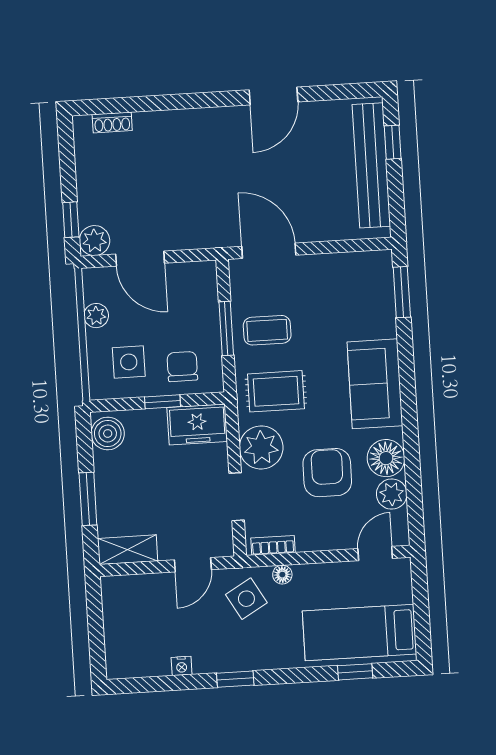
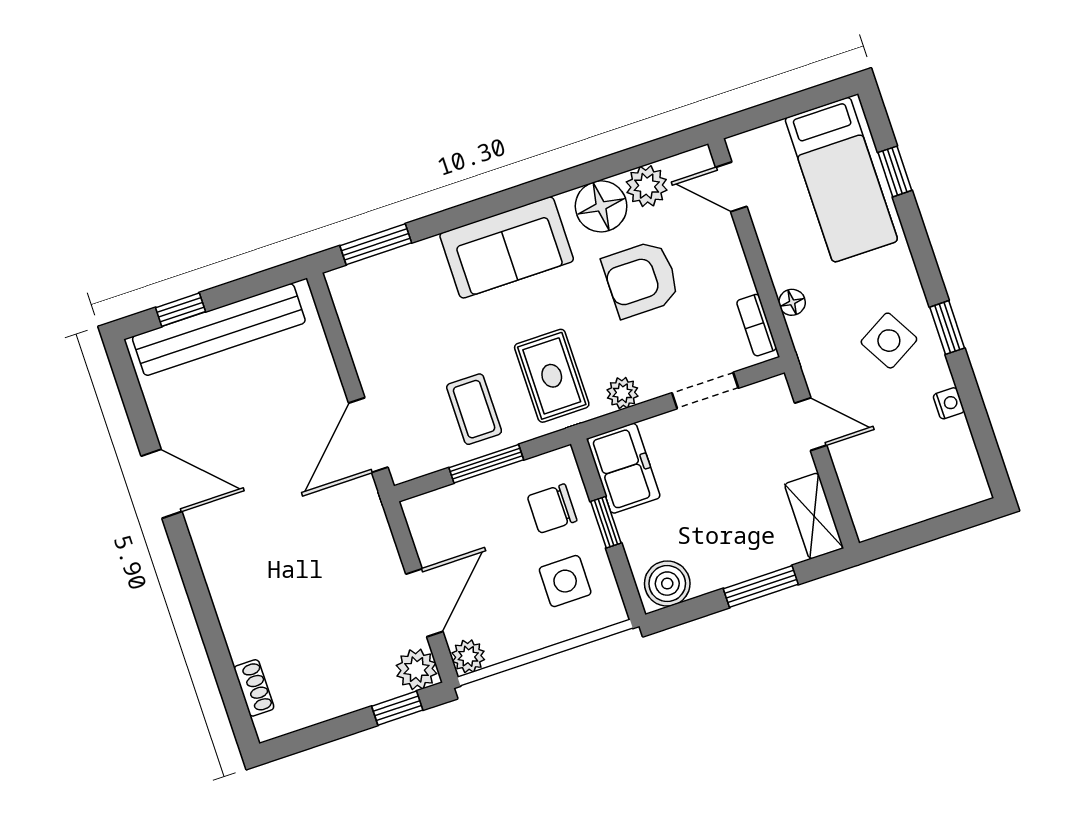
plant: (96, 316) -> (468, 656), moved
plant: (261, 447) -> (623, 393), width x0.53, depth x0.53
side table: (246, 599) -> (889, 341), moved

